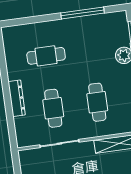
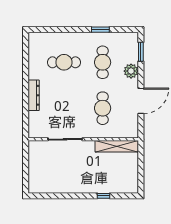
window: (82, 13) -> (100, 30), width x0.47
cafe table: (53, 108) -> (103, 62), moved

